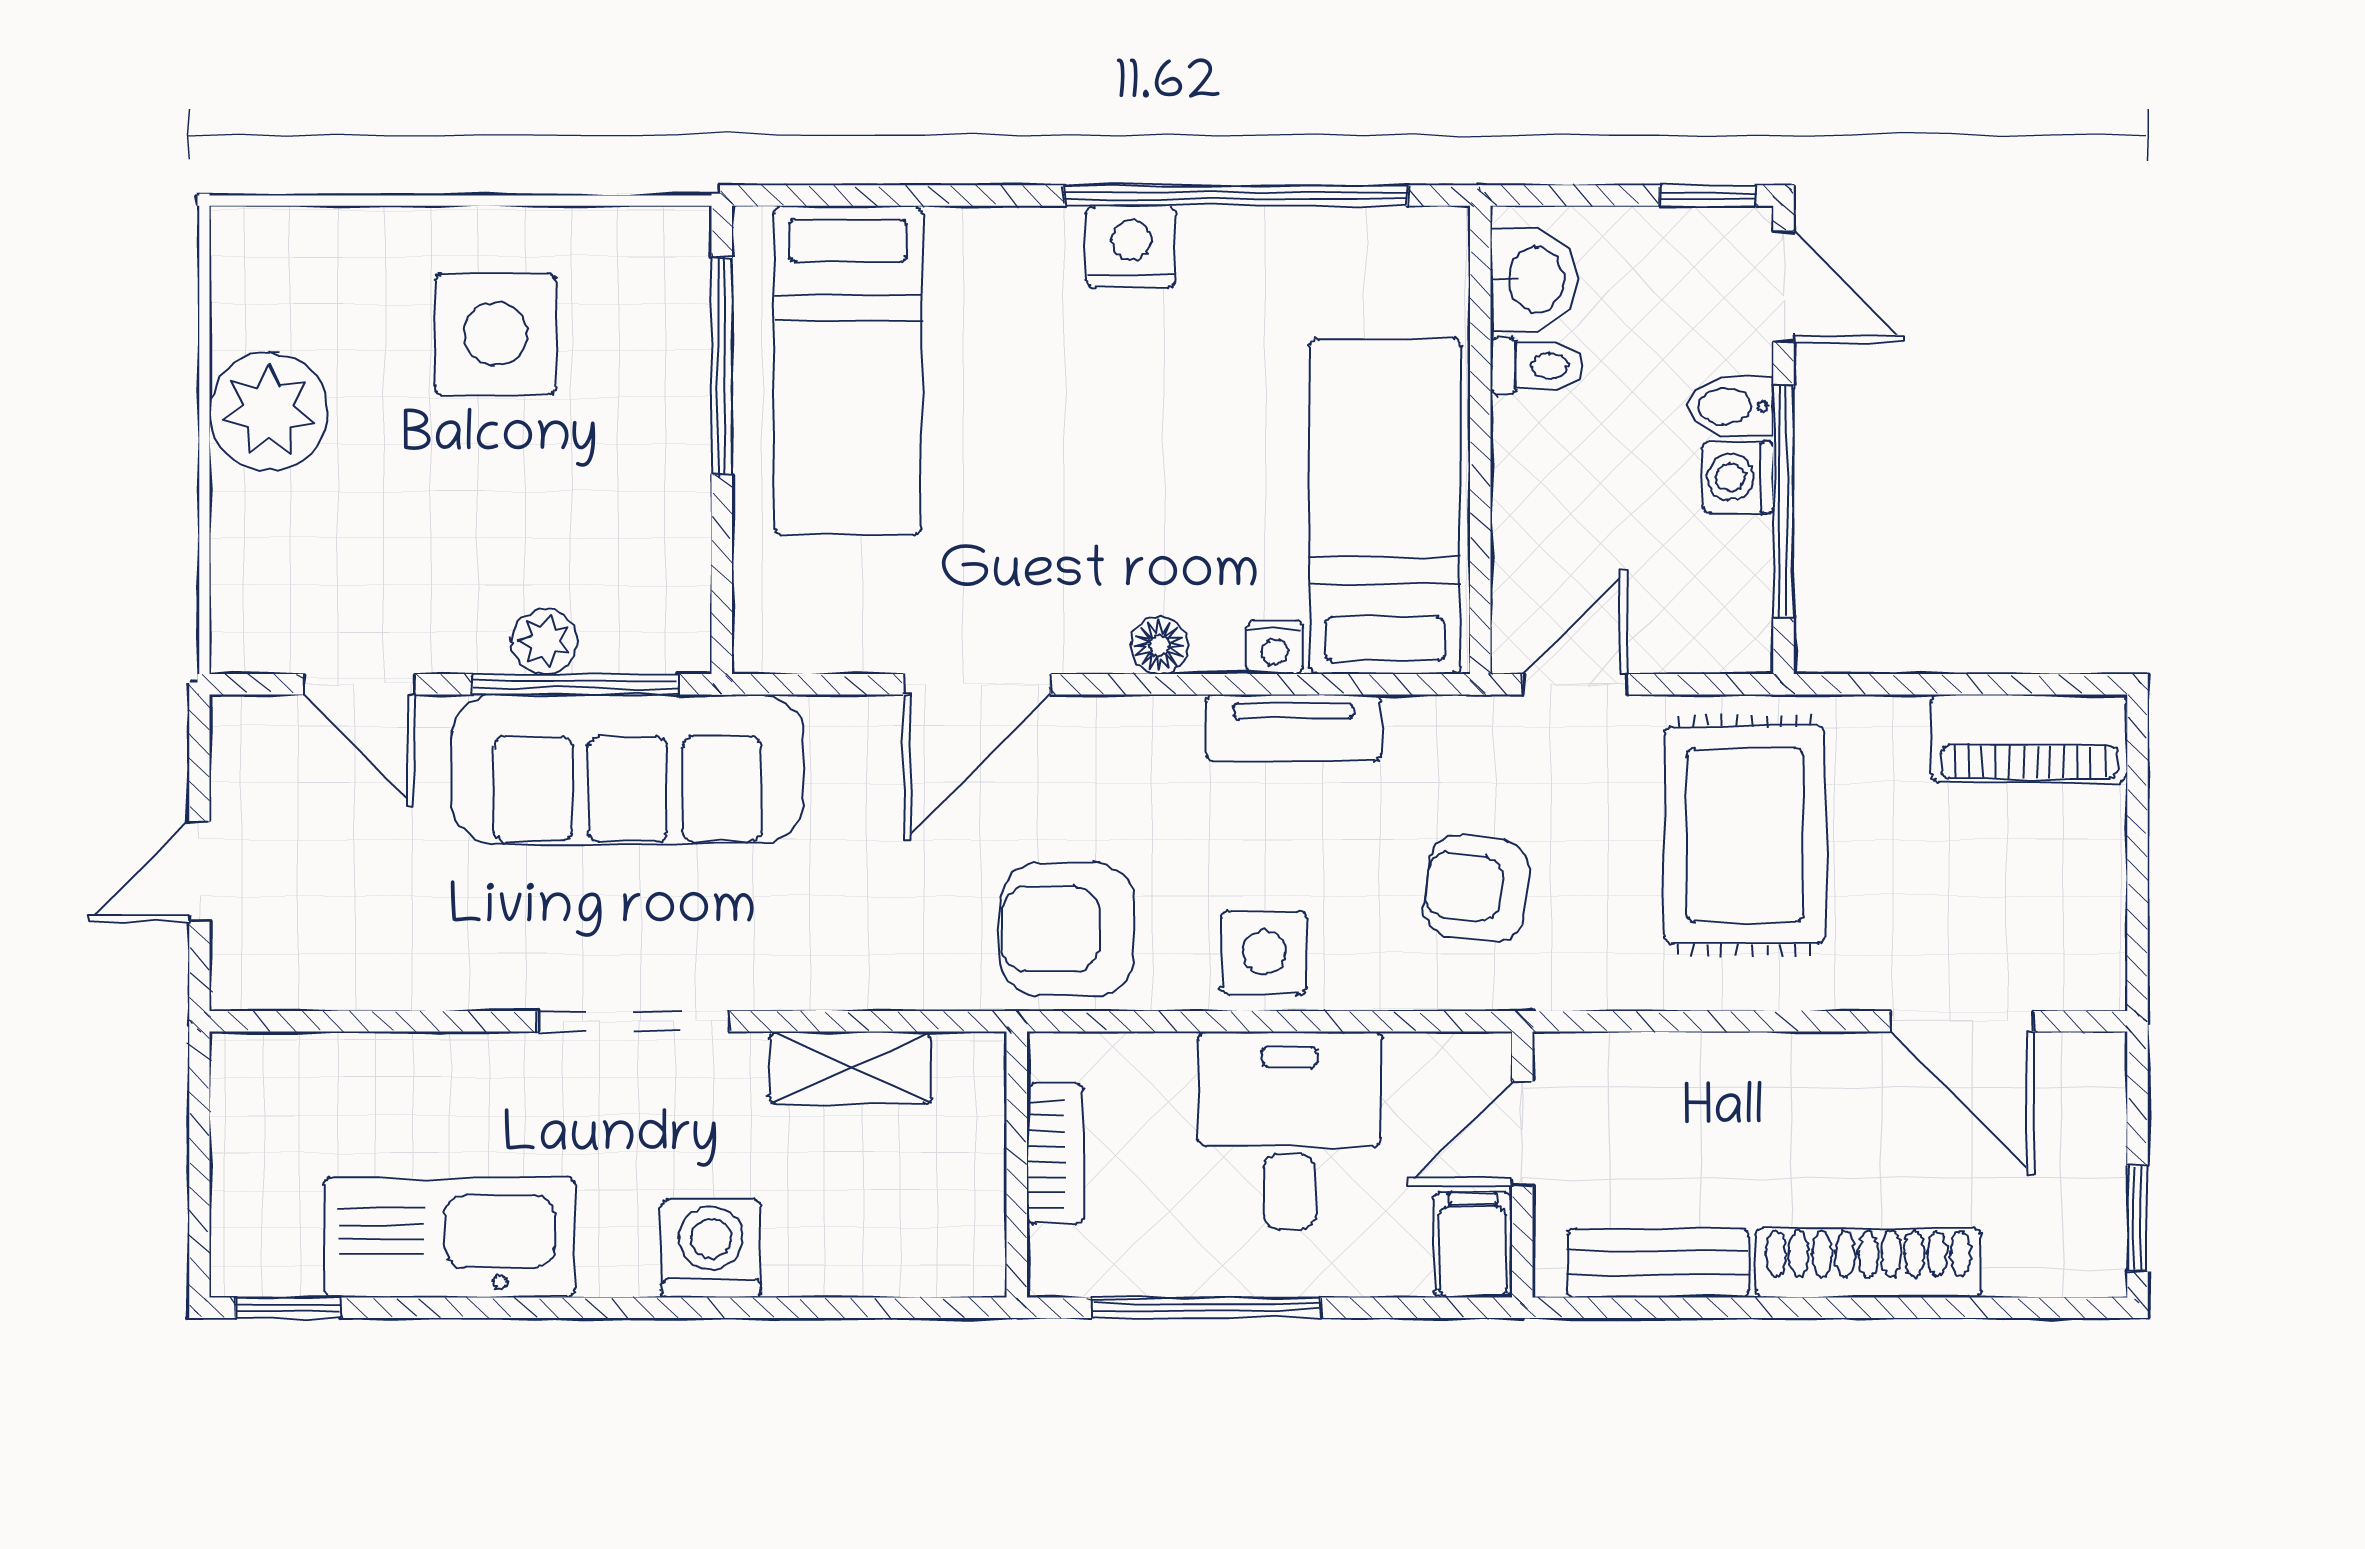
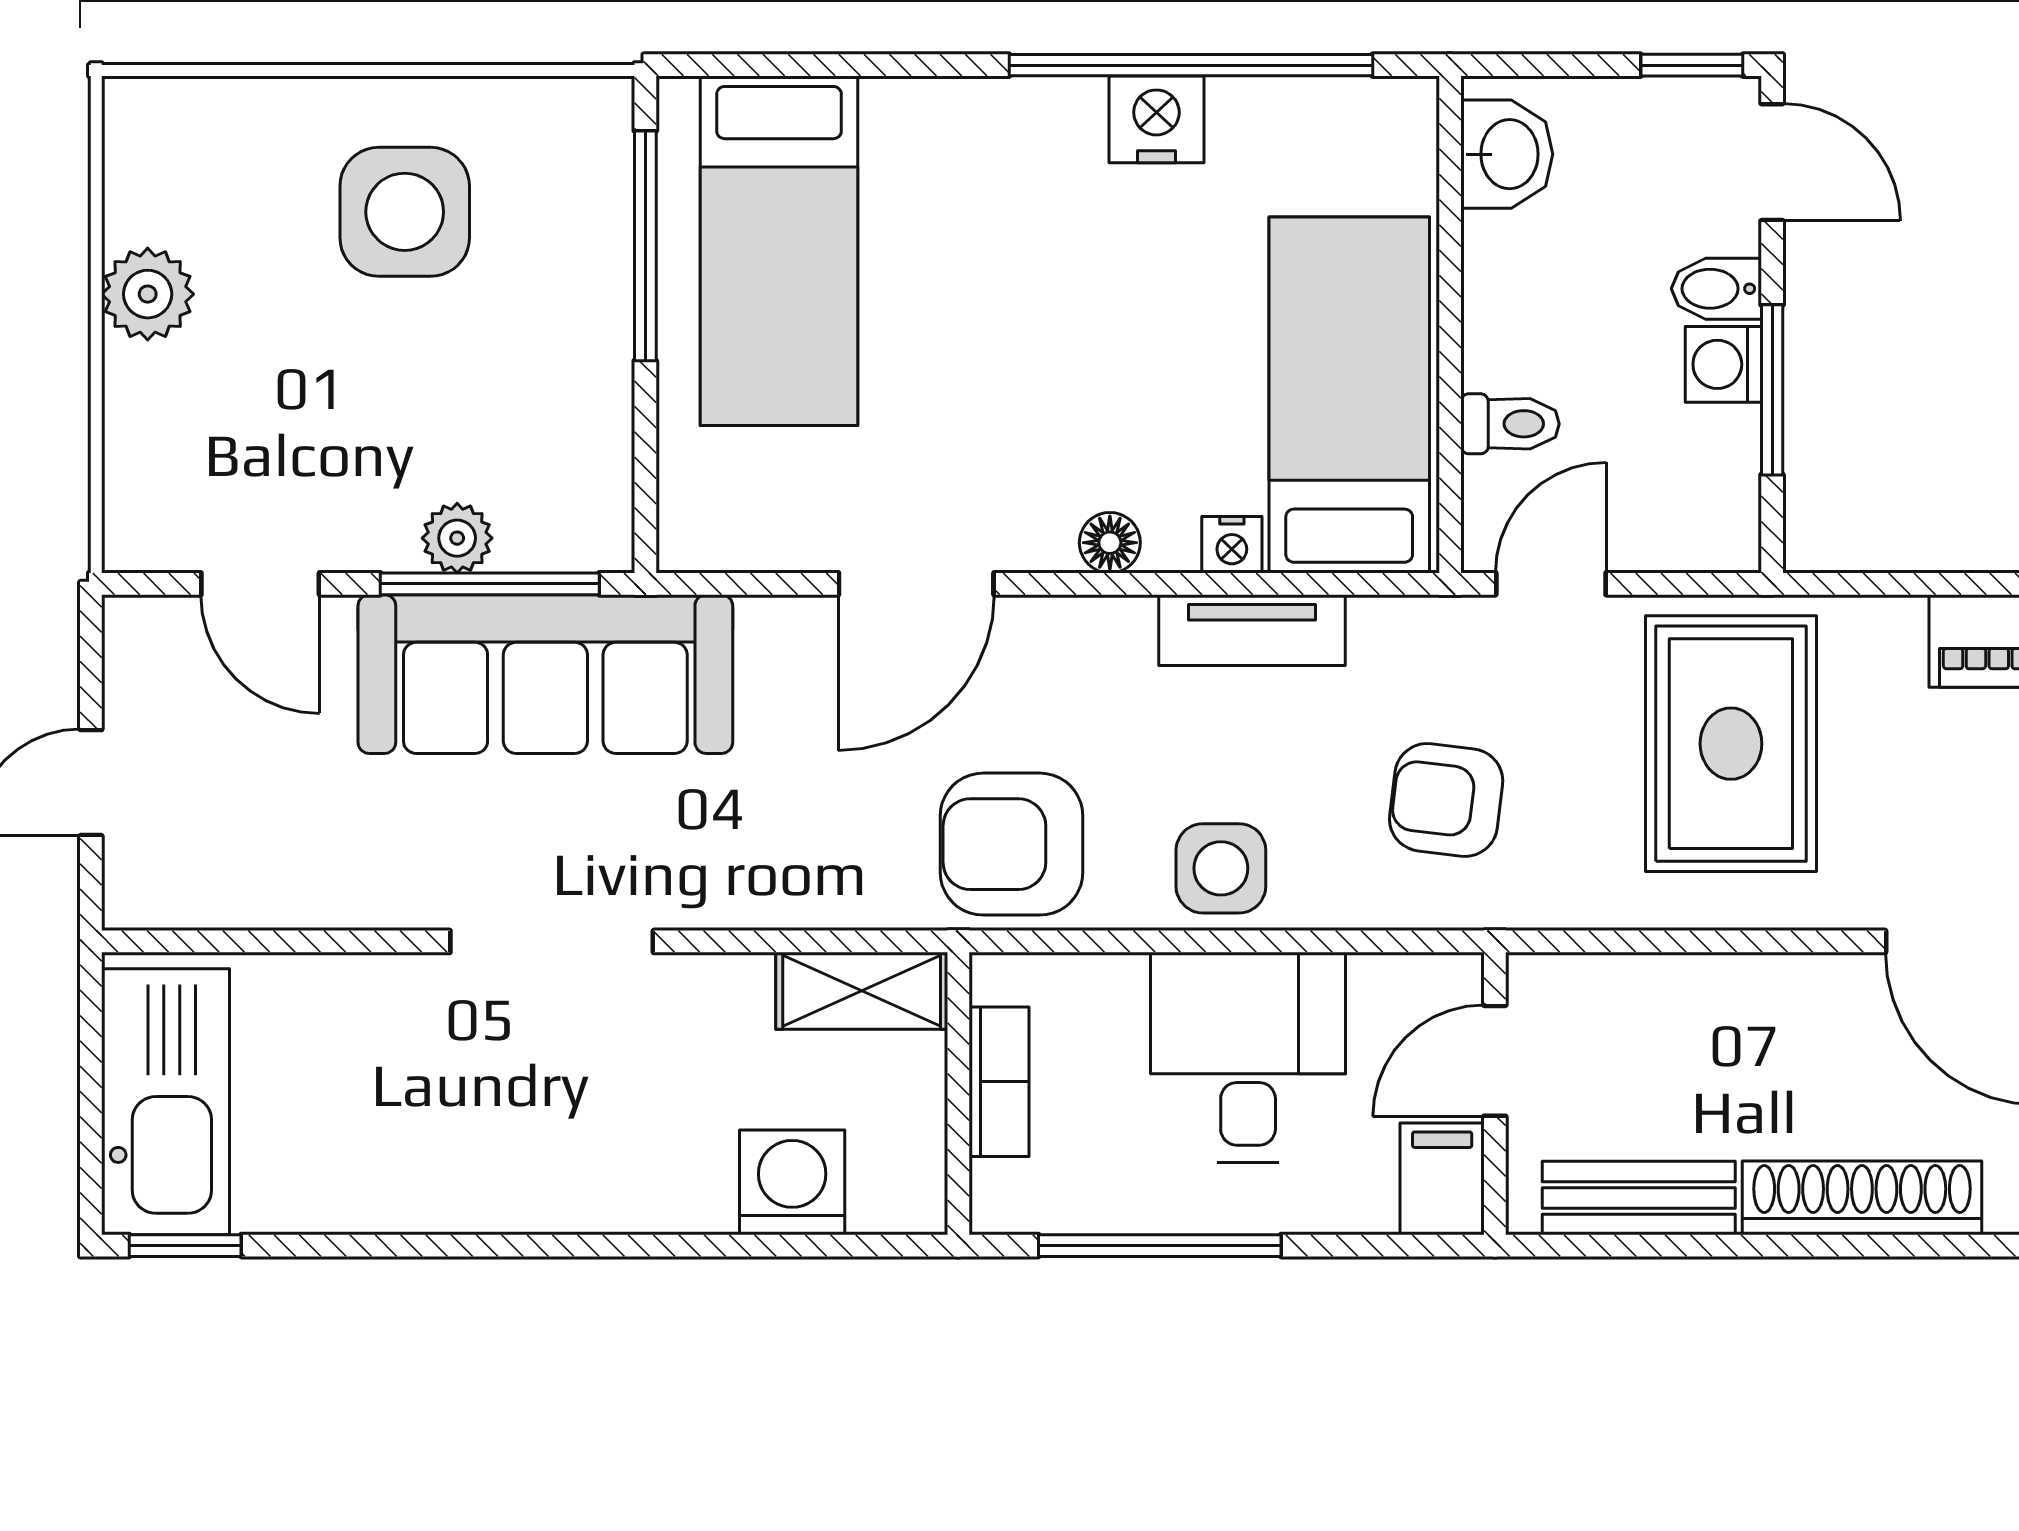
nightstand: (1131, 247) -> (1156, 119), moved
toilet: (1537, 366) -> (1510, 424), moved
plant: (269, 411) -> (148, 294), width x0.73, depth x0.73
window: (1784, 502) -> (1772, 390), width x0.69
shelving: (850, 1068) -> (862, 991), moved
kitchen sink: (450, 1238) -> (165, 1102), moved, turned 90
washing machine: (711, 1248) -> (792, 1182), moved

